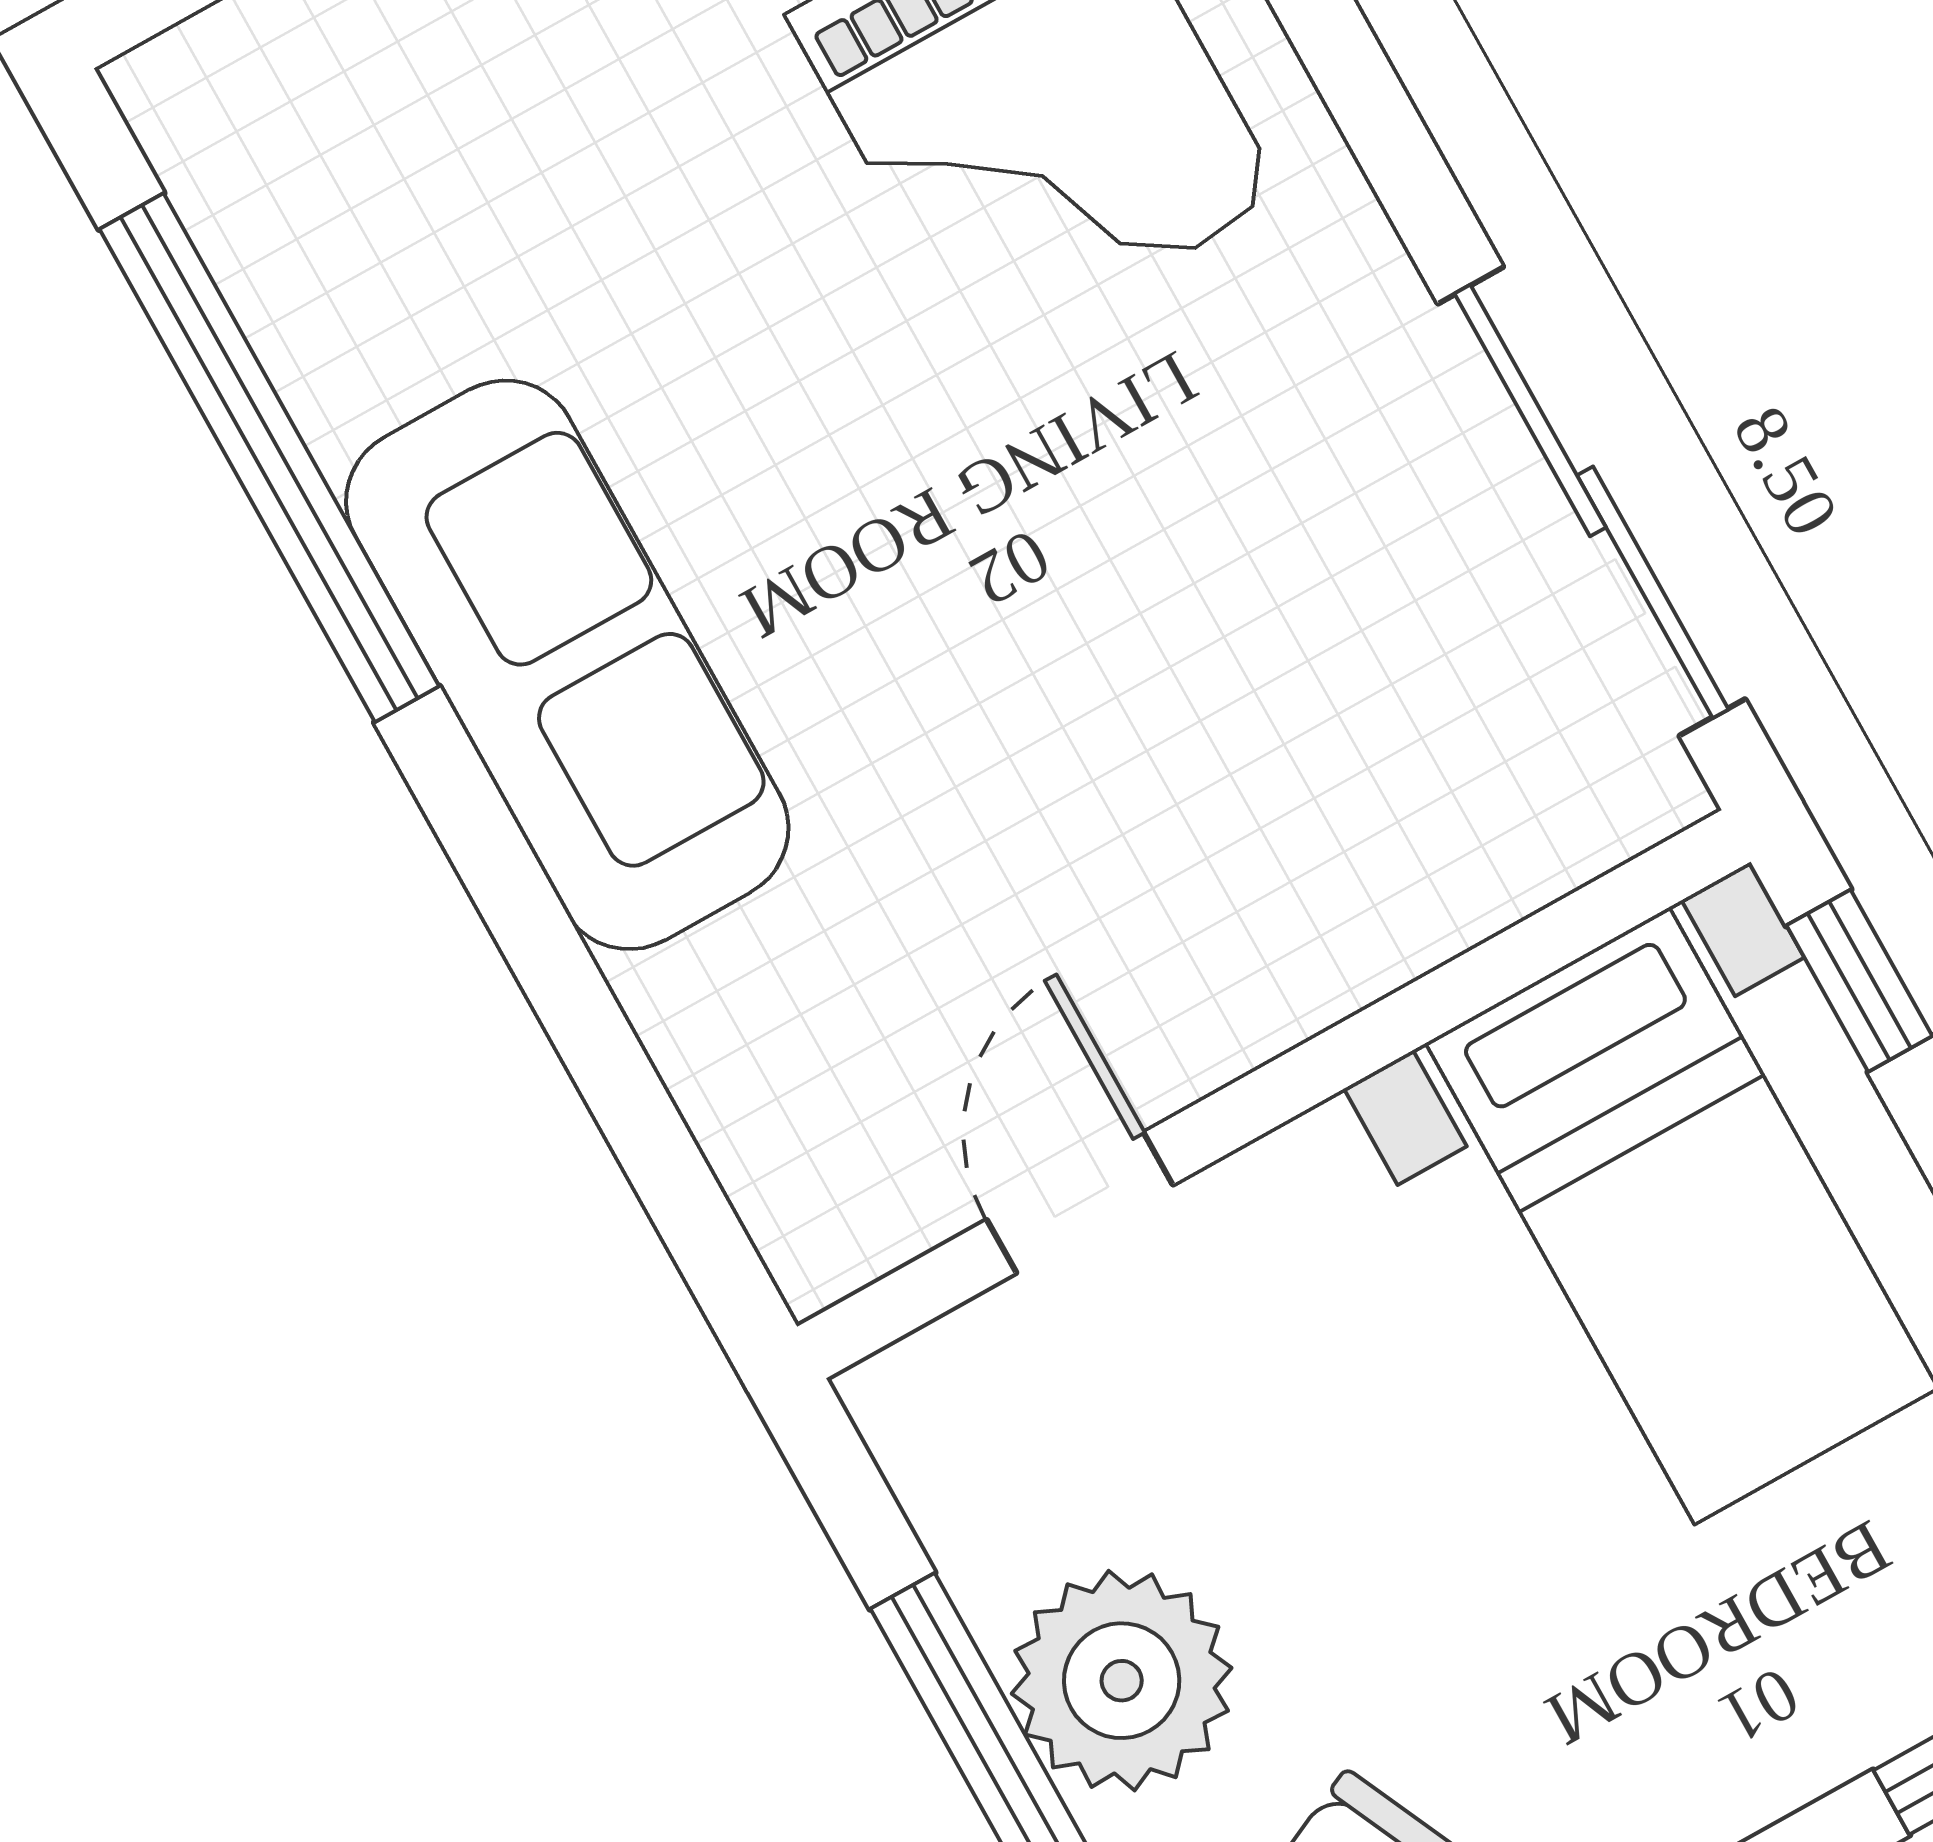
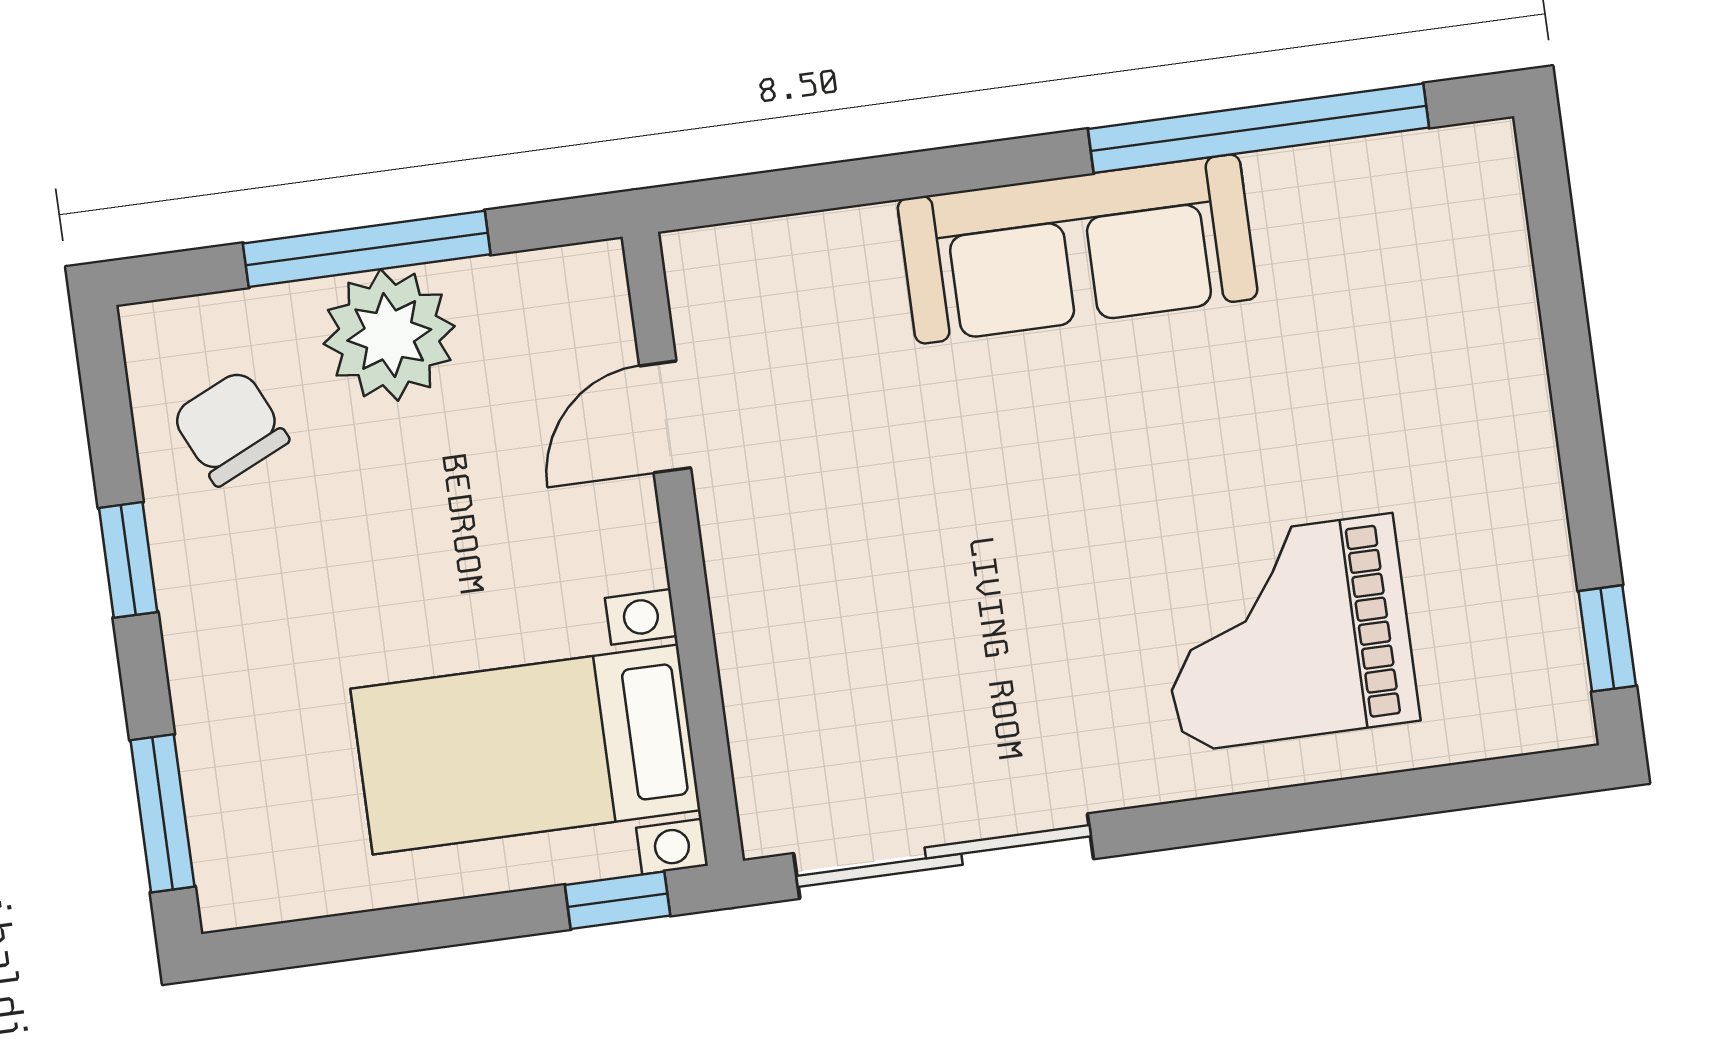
door: (1080, 1203) -> (665, 417), swing flipped

